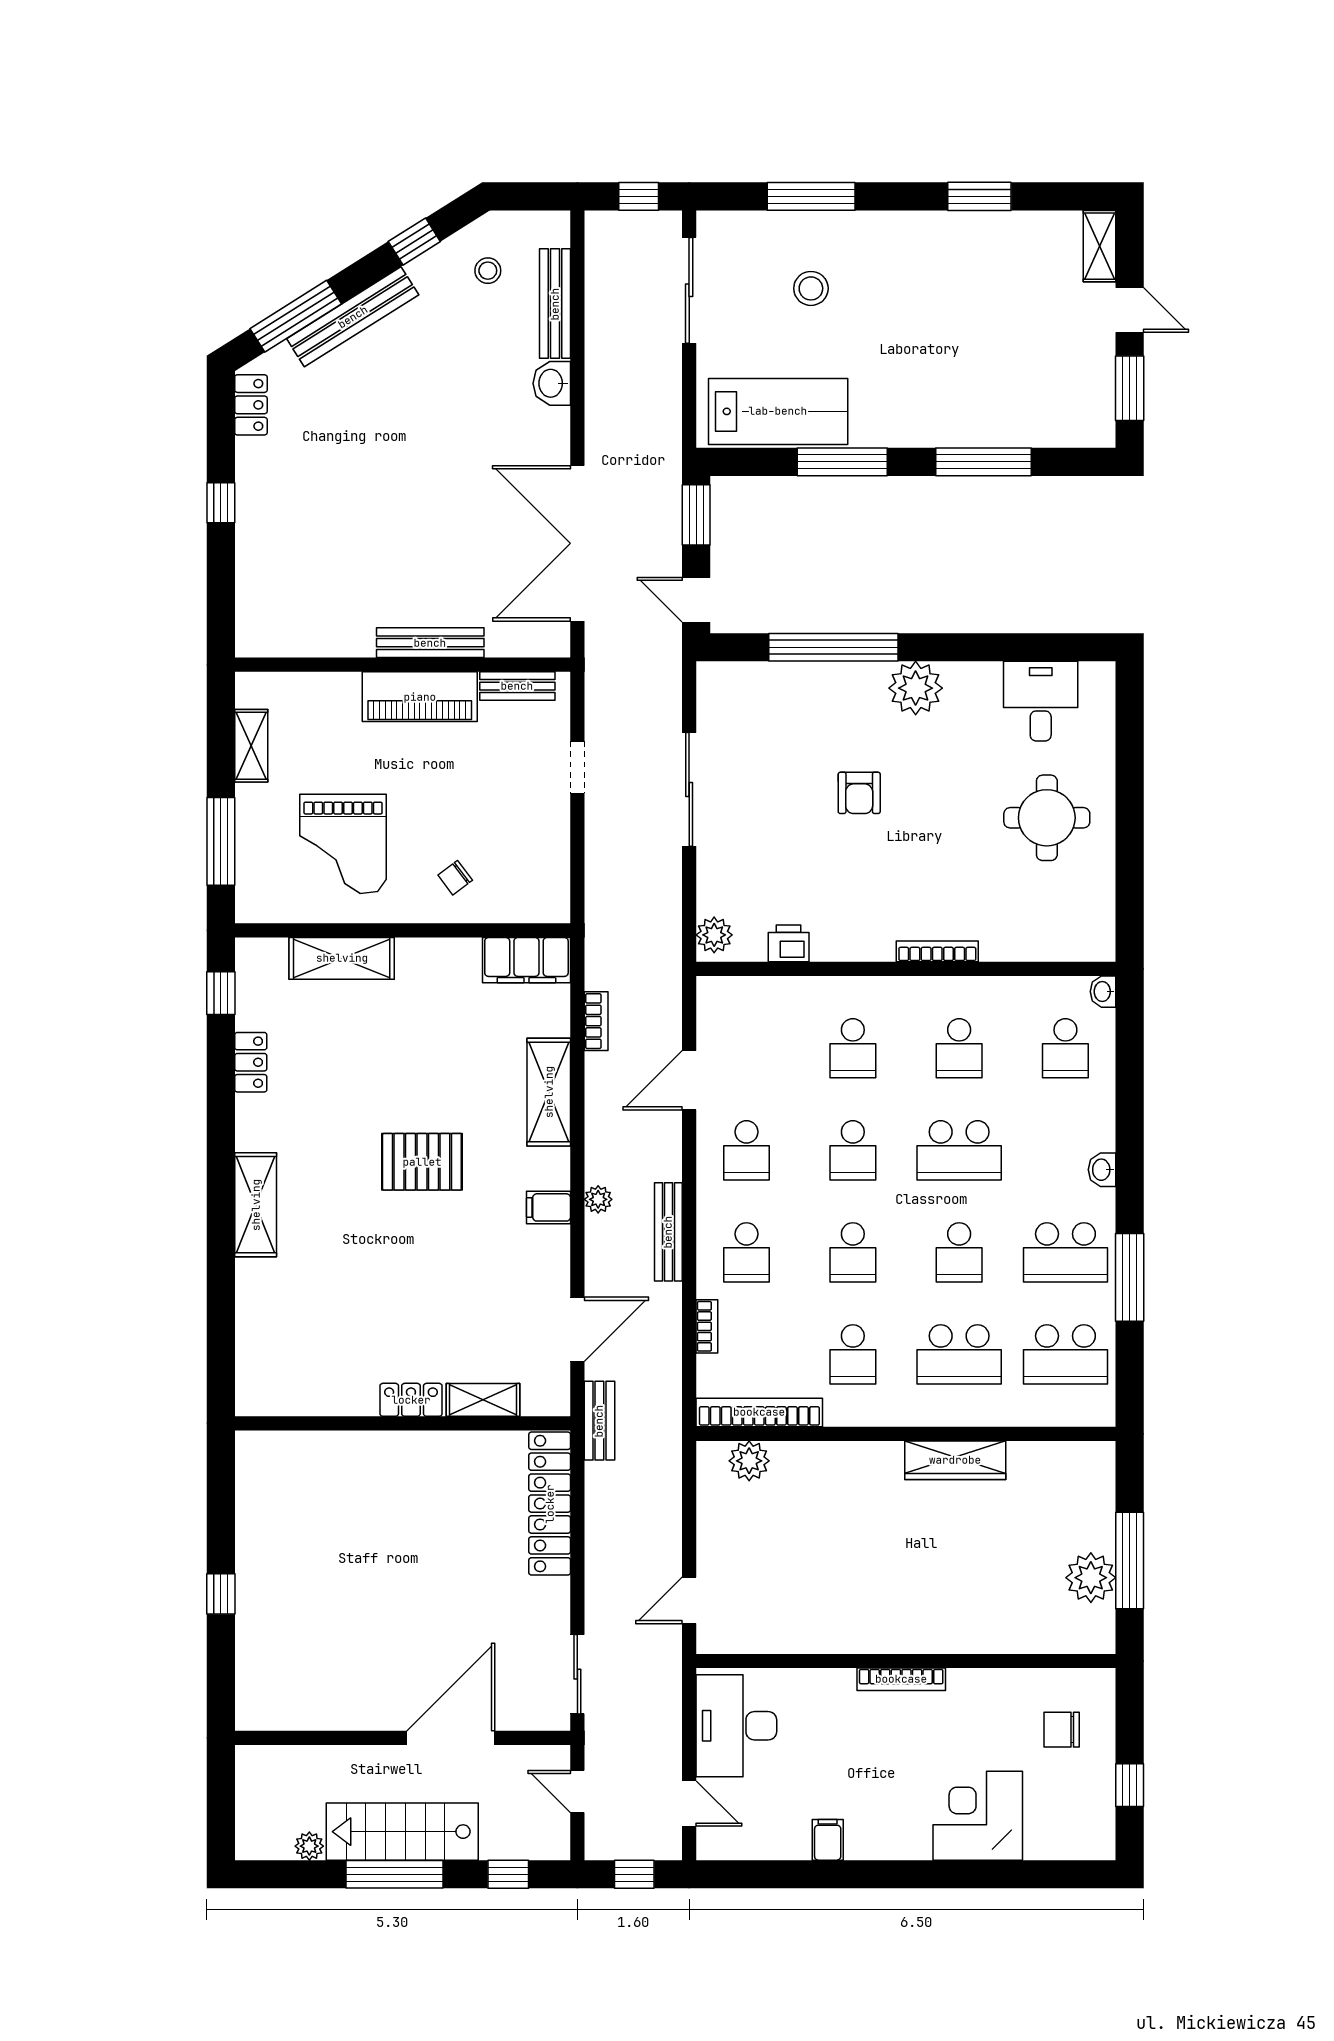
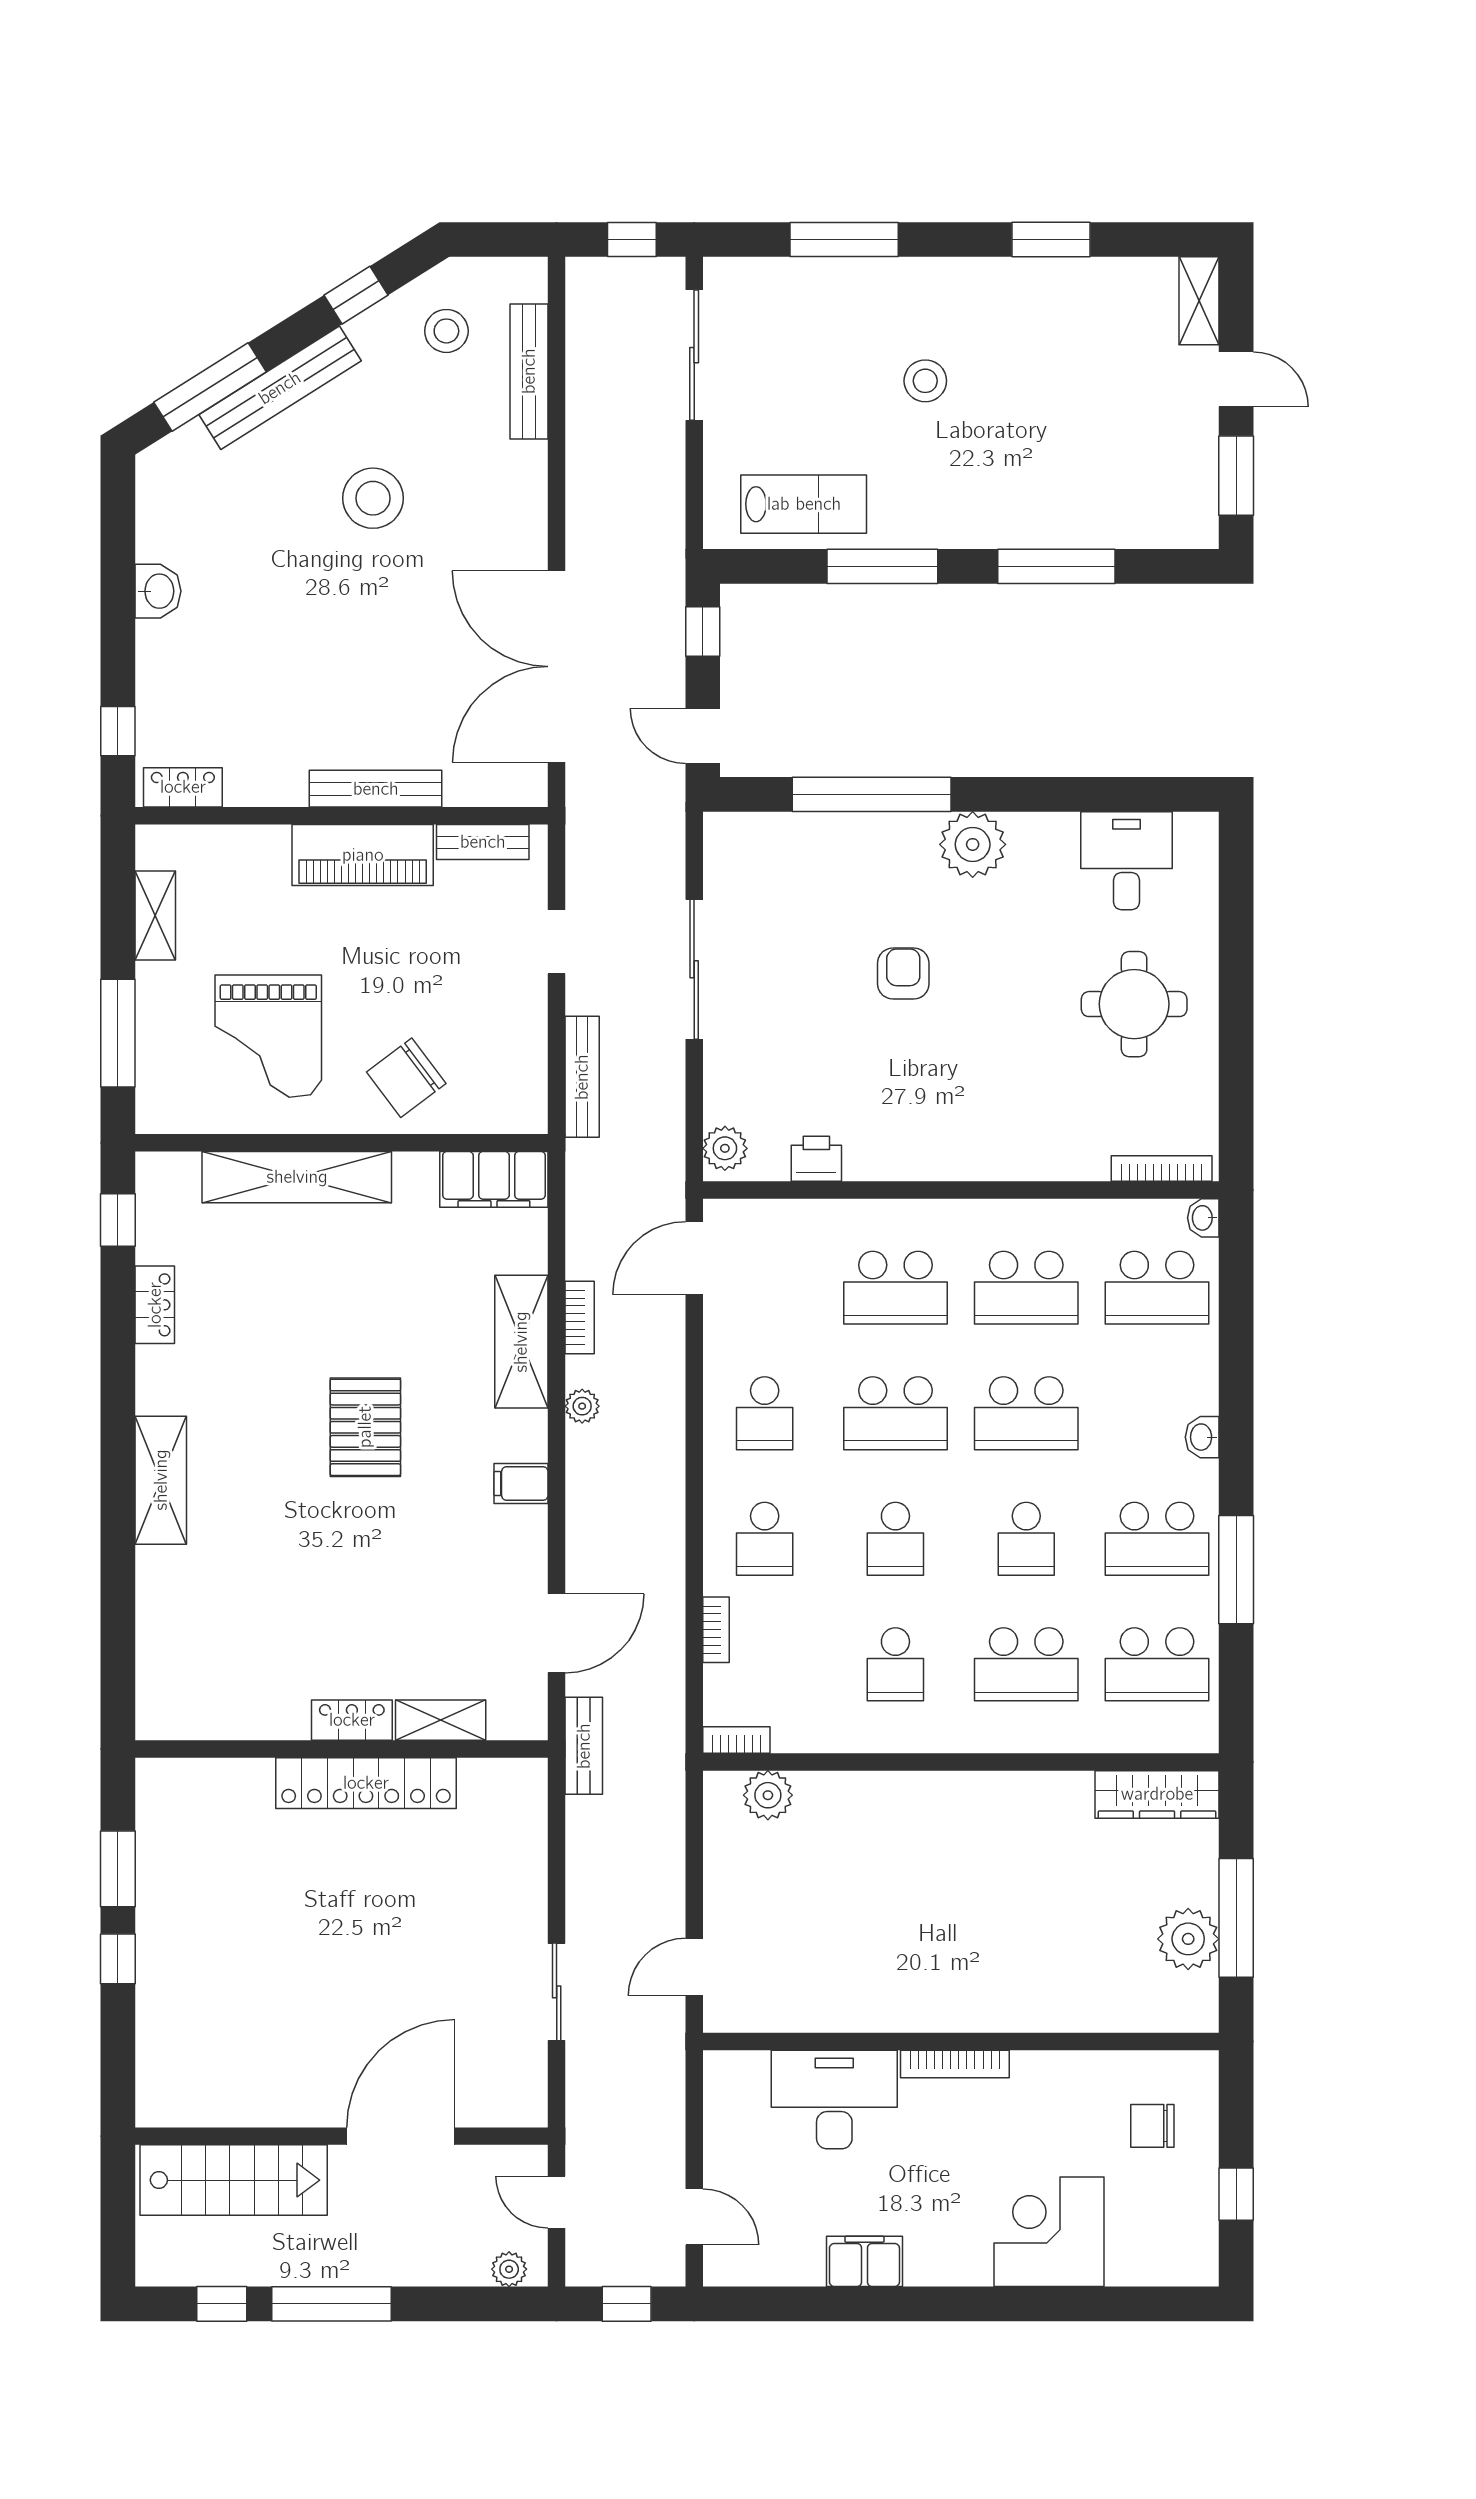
stool: (488, 271) -> (446, 331), width x1.37, depth x1.37
stool: (811, 288) -> (925, 381), moved
washbasin: (552, 383) -> (158, 591), moved, turned 180
locker: (251, 405) -> (183, 787), moved, turned -90
stool: (428, 407) -> (373, 498), added
lab bench: (778, 411) -> (804, 504), width x0.73, depth x0.72
window: (221, 503) -> (118, 731), moved
window: (696, 515) -> (703, 632), width x0.67
armchair: (859, 793) -> (903, 974), turned 180
chair: (455, 878) -> (406, 1078), width x1.87, depth x1.87
bookcase: (937, 951) -> (1162, 1169), moved
shelving: (342, 958) -> (297, 1177), width x1.47
bookcase: (596, 1021) -> (580, 1318), moved
school desk: (853, 1048) -> (895, 1288), width x1.85
school desk: (959, 1048) -> (1026, 1288), width x1.85
school desk: (1065, 1048) -> (1157, 1288), width x1.85
door: (689, 1080) -> (694, 1258), moved
school desk: (853, 1150) -> (895, 1413), width x1.85
pallet: (422, 1162) -> (365, 1427), turned 90
plant: (598, 1199) -> (582, 1406), moved
bench: (668, 1232) -> (582, 1077), moved
bookcase: (759, 1412) -> (736, 1740), width x0.43, depth x0.76
wardrobe: (955, 1460) -> (1157, 1794), moved
locker: (550, 1504) -> (366, 1783), moved, turned -90
window: (221, 1521) -> (118, 1869), added
sliding door: (577, 1674) -> (557, 1992), moved
desk: (736, 1726) -> (834, 2100), moved, turned 90
stairs: (402, 1832) -> (234, 2180), moved, turned 180
filing cabinet: (828, 1840) -> (864, 2261), width x2.00
plant: (309, 1846) -> (509, 2269), moved
window: (508, 1874) -> (222, 2304), moved

